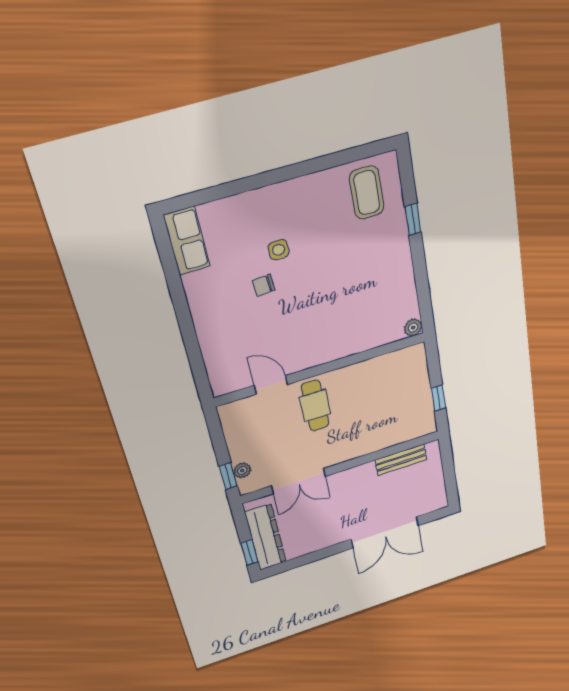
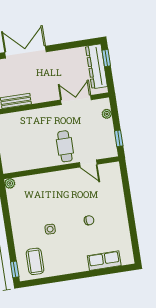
window: (413, 219) -> (15, 269), moved
row of seats: (187, 241) -> (104, 261), moved, turned 90
side table: (279, 250) -> (50, 229), moved
window: (228, 476) -> (119, 138), moved

